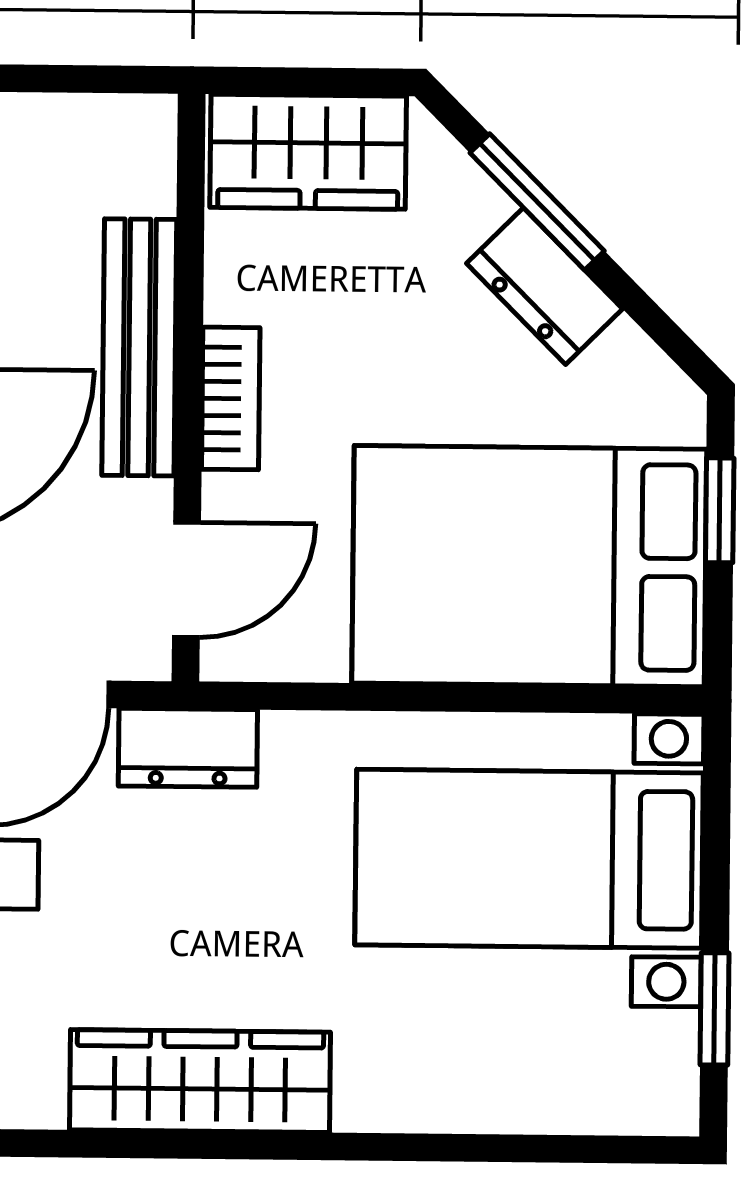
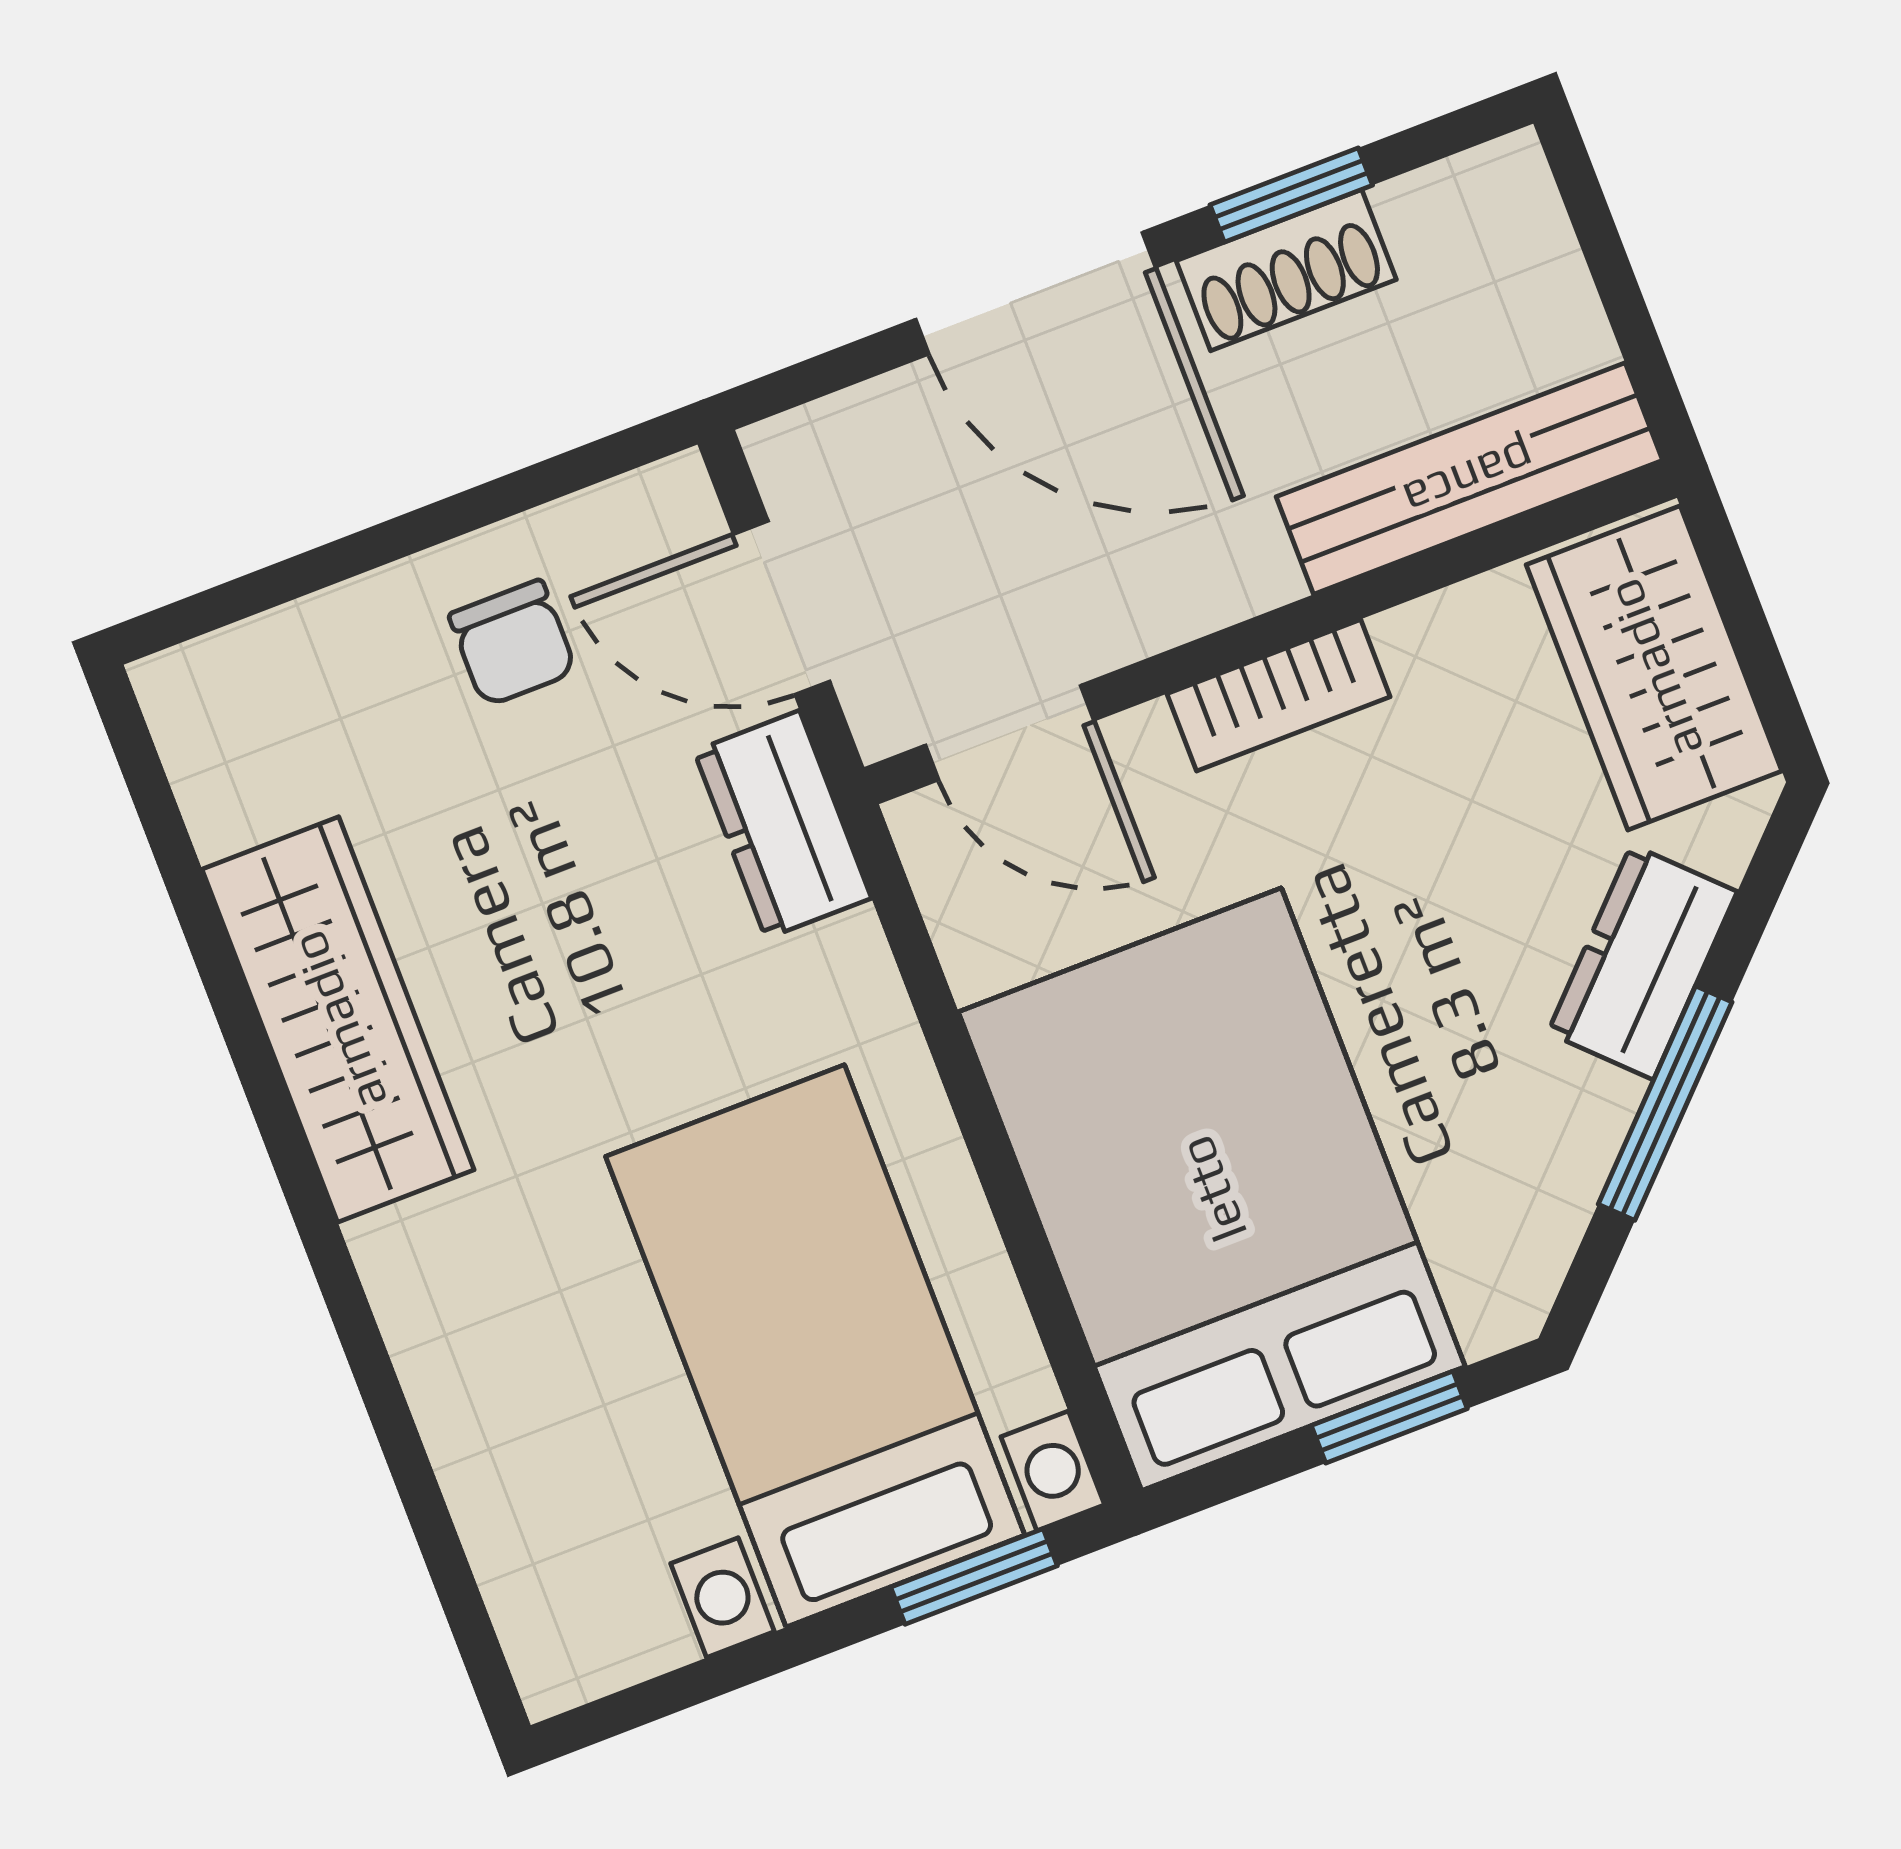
window: (537, 202) -> (1665, 1103), moved
dresser: (545, 286) -> (1642, 962), moved
bench: (139, 347) -> (1469, 479), moved
window: (714, 1009) -> (974, 1576), moved

